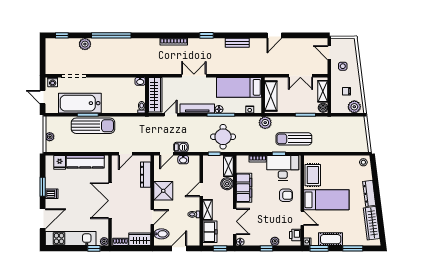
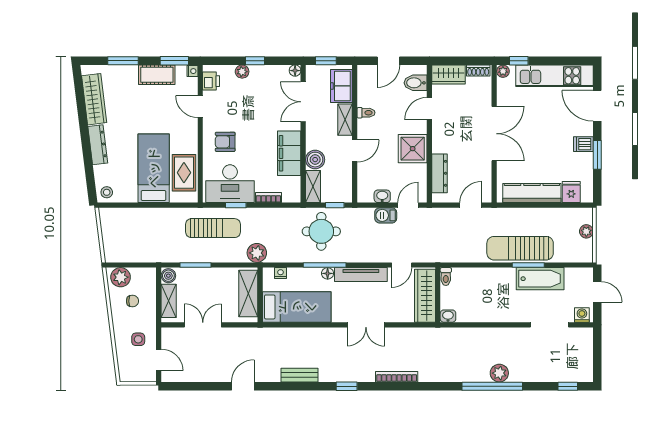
plant: (85, 44) -> (499, 373), moved
bathtub: (80, 103) -> (540, 279), width x0.73, depth x0.73
bed: (326, 200) -> (154, 168), moved, turned 90
door: (43, 219) -> (597, 106), hinge flipped

